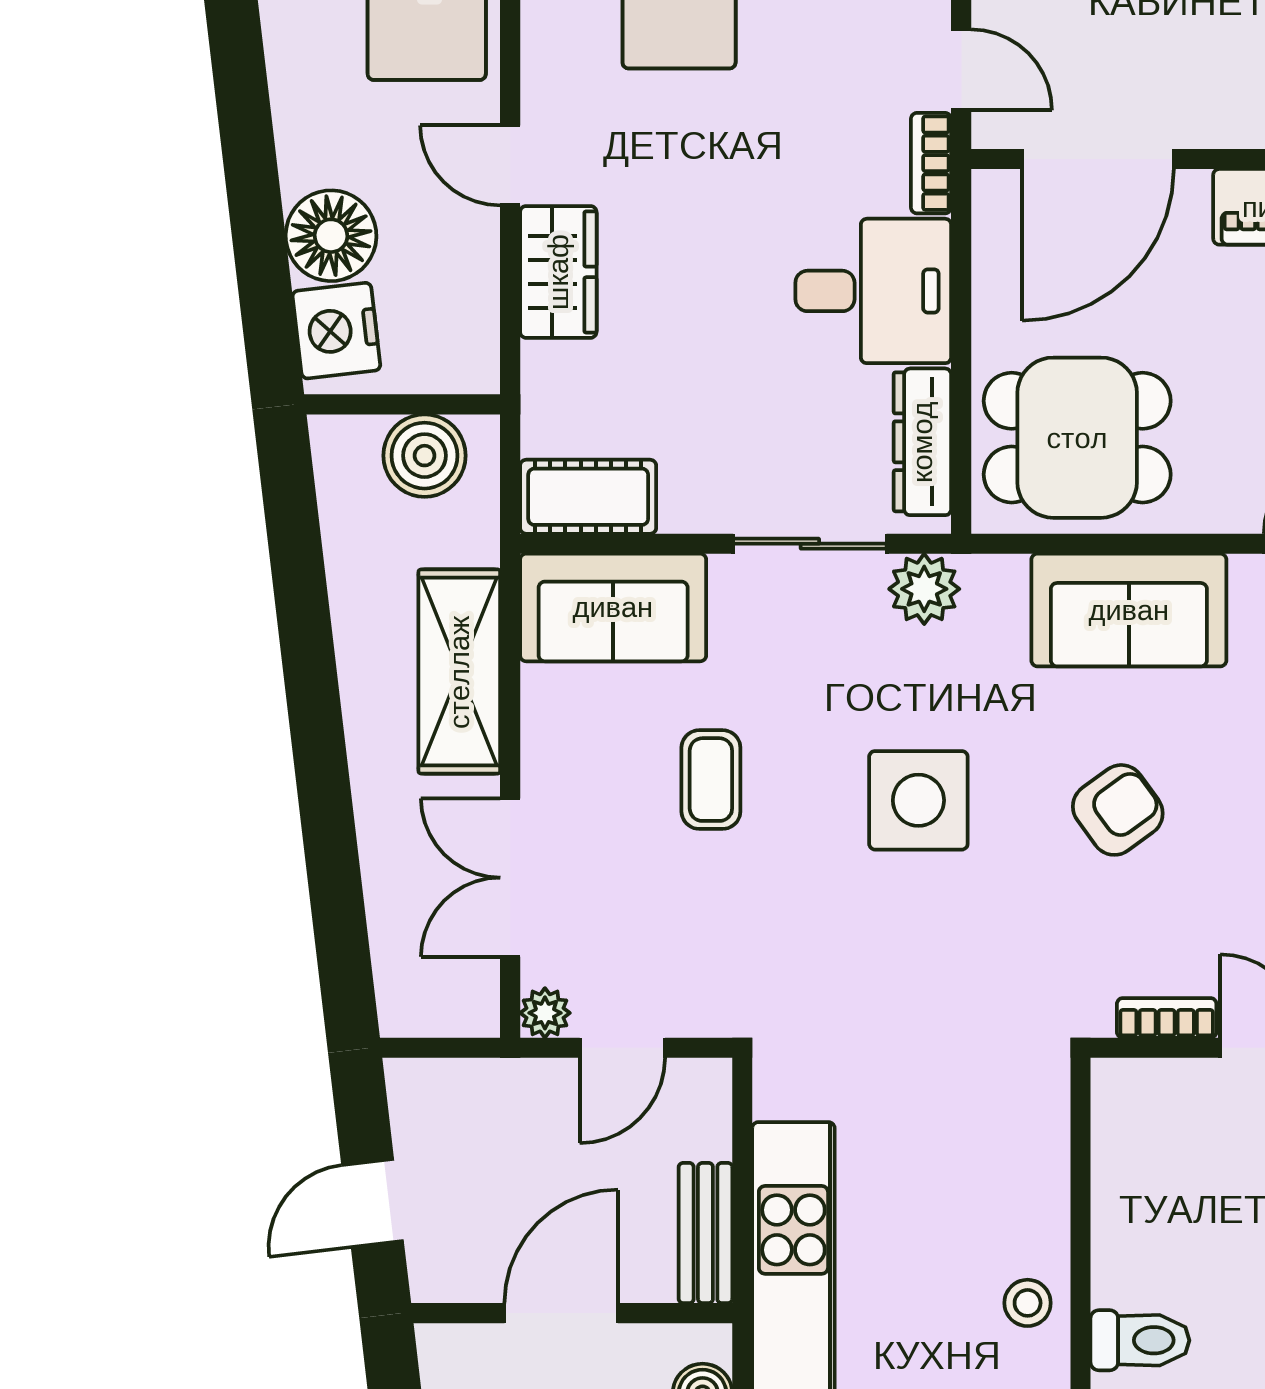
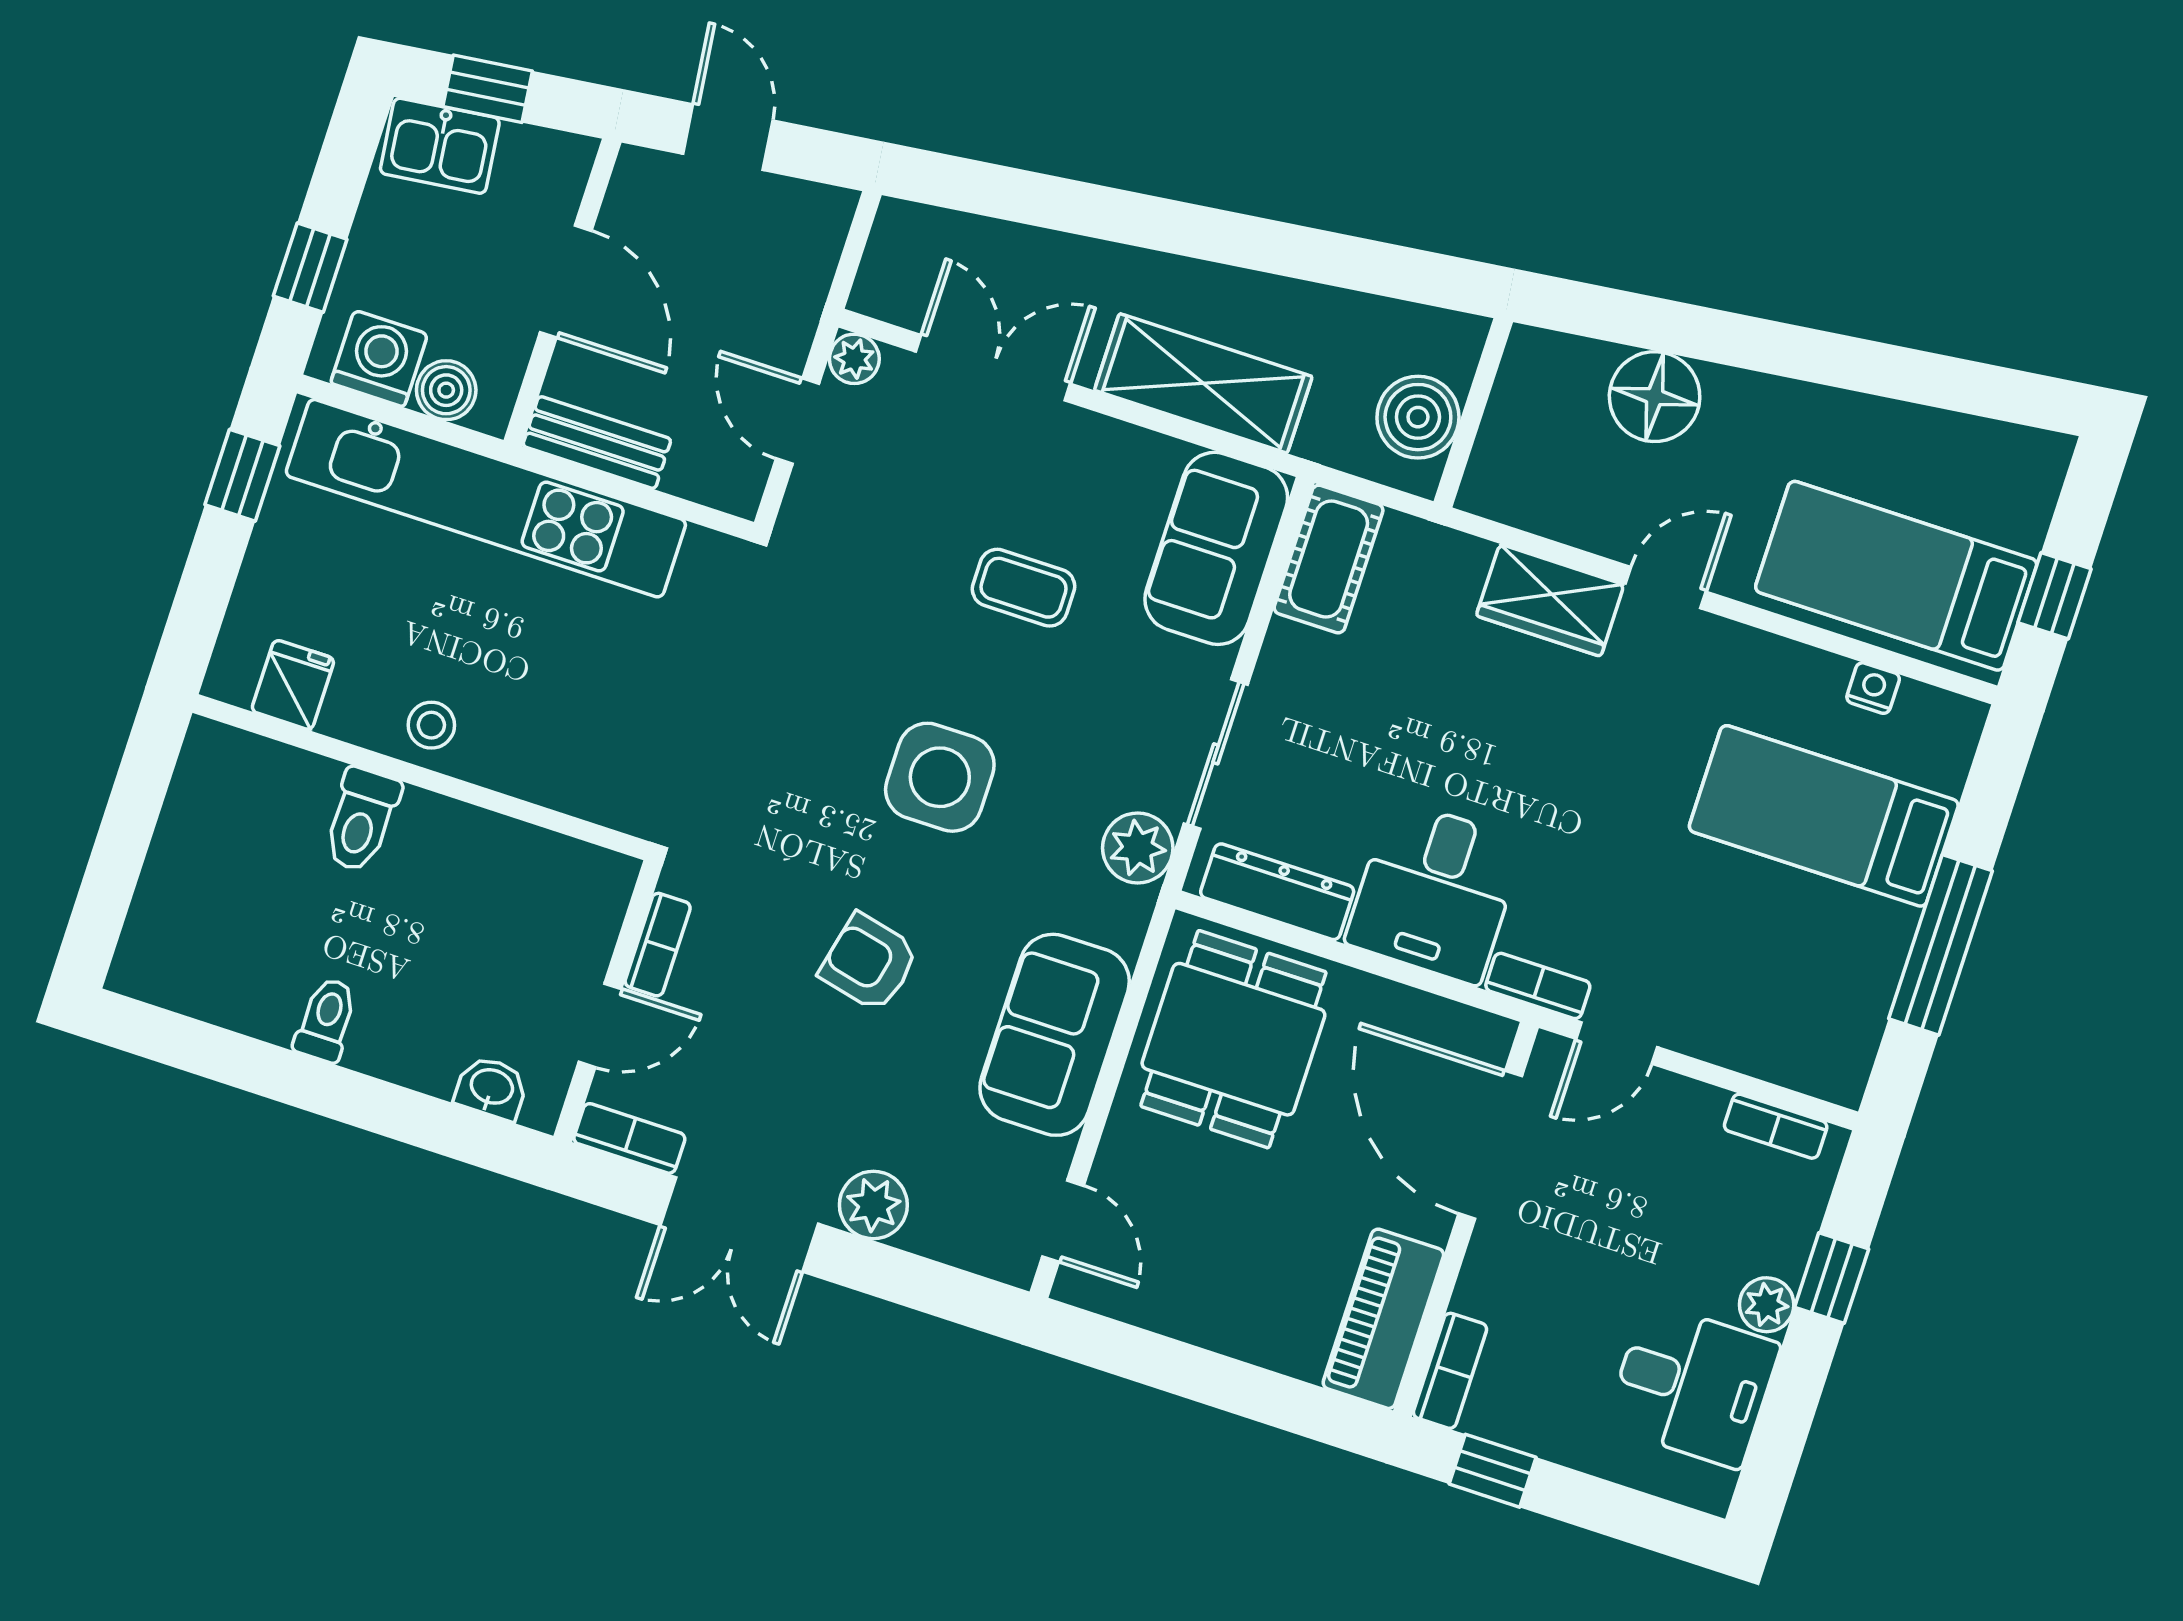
nightstand: (336, 331) -> (1563, 372), removed
armchair: (1118, 810) -> (869, 963), turned 139

